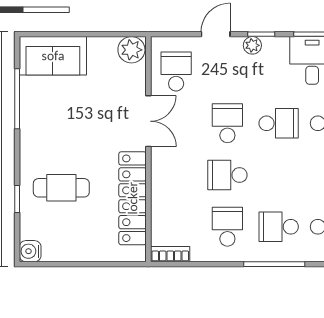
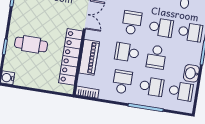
school desk: (279, 175) -> (156, 57), added
piano: (164, 194) -> (89, 57), added
school desk: (279, 227) -> (152, 87), turned 180

